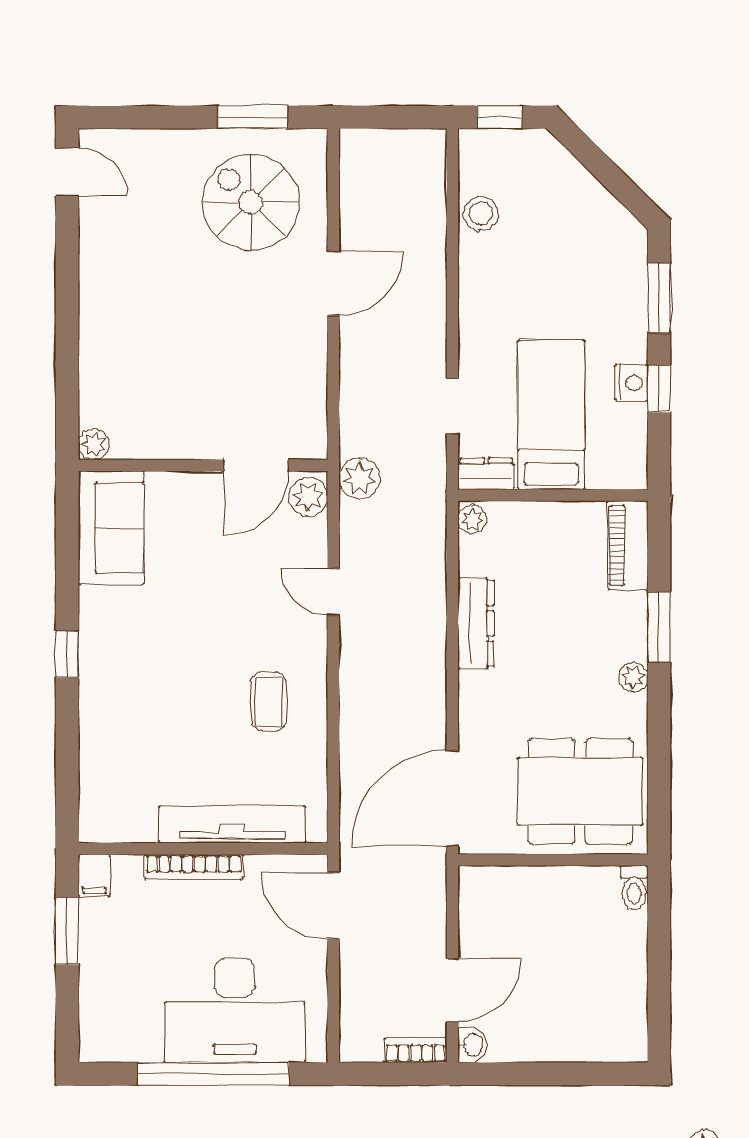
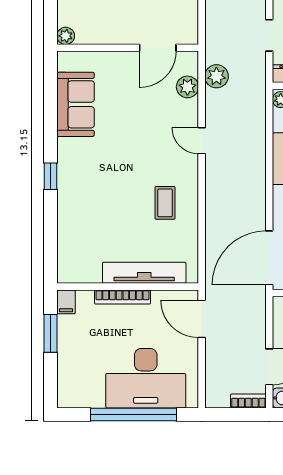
plant: (94, 444) -> (66, 36), moved
wall: (203, 465) -> (128, 48), moved
door: (256, 465) -> (158, 48), moved

